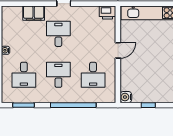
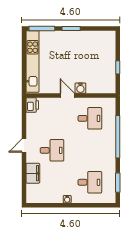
desk: (58, 34) -> (52, 150), turned 180
desk: (58, 75) -> (90, 150), removed
water cooler: (126, 97) -> (80, 88), moved

